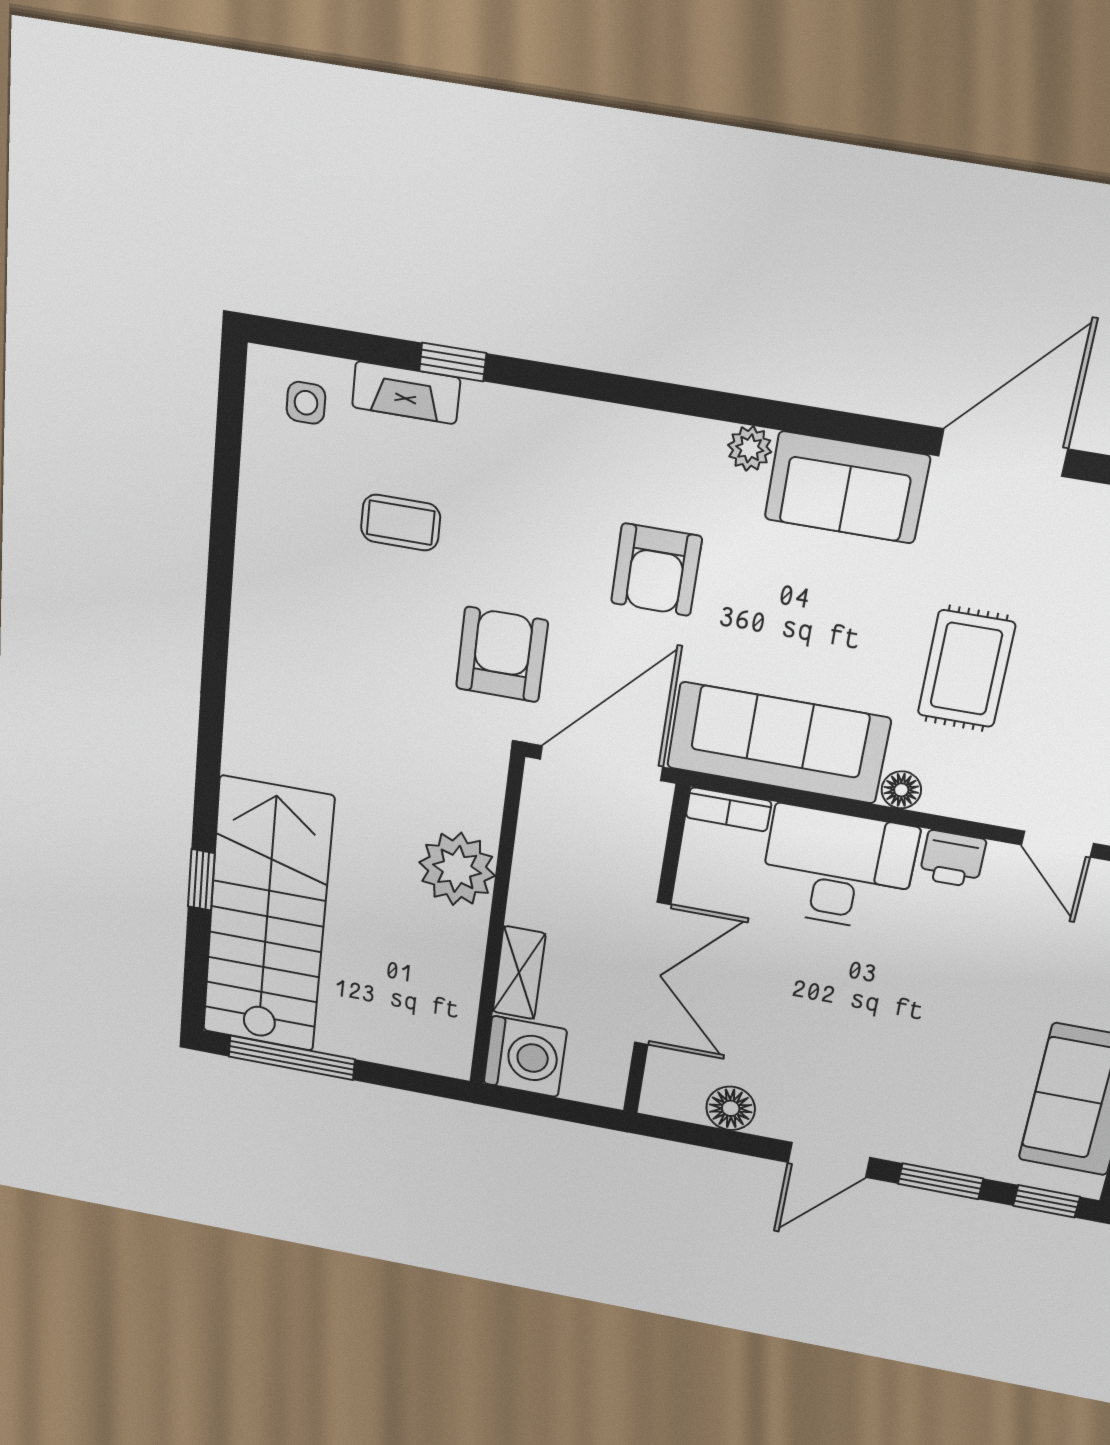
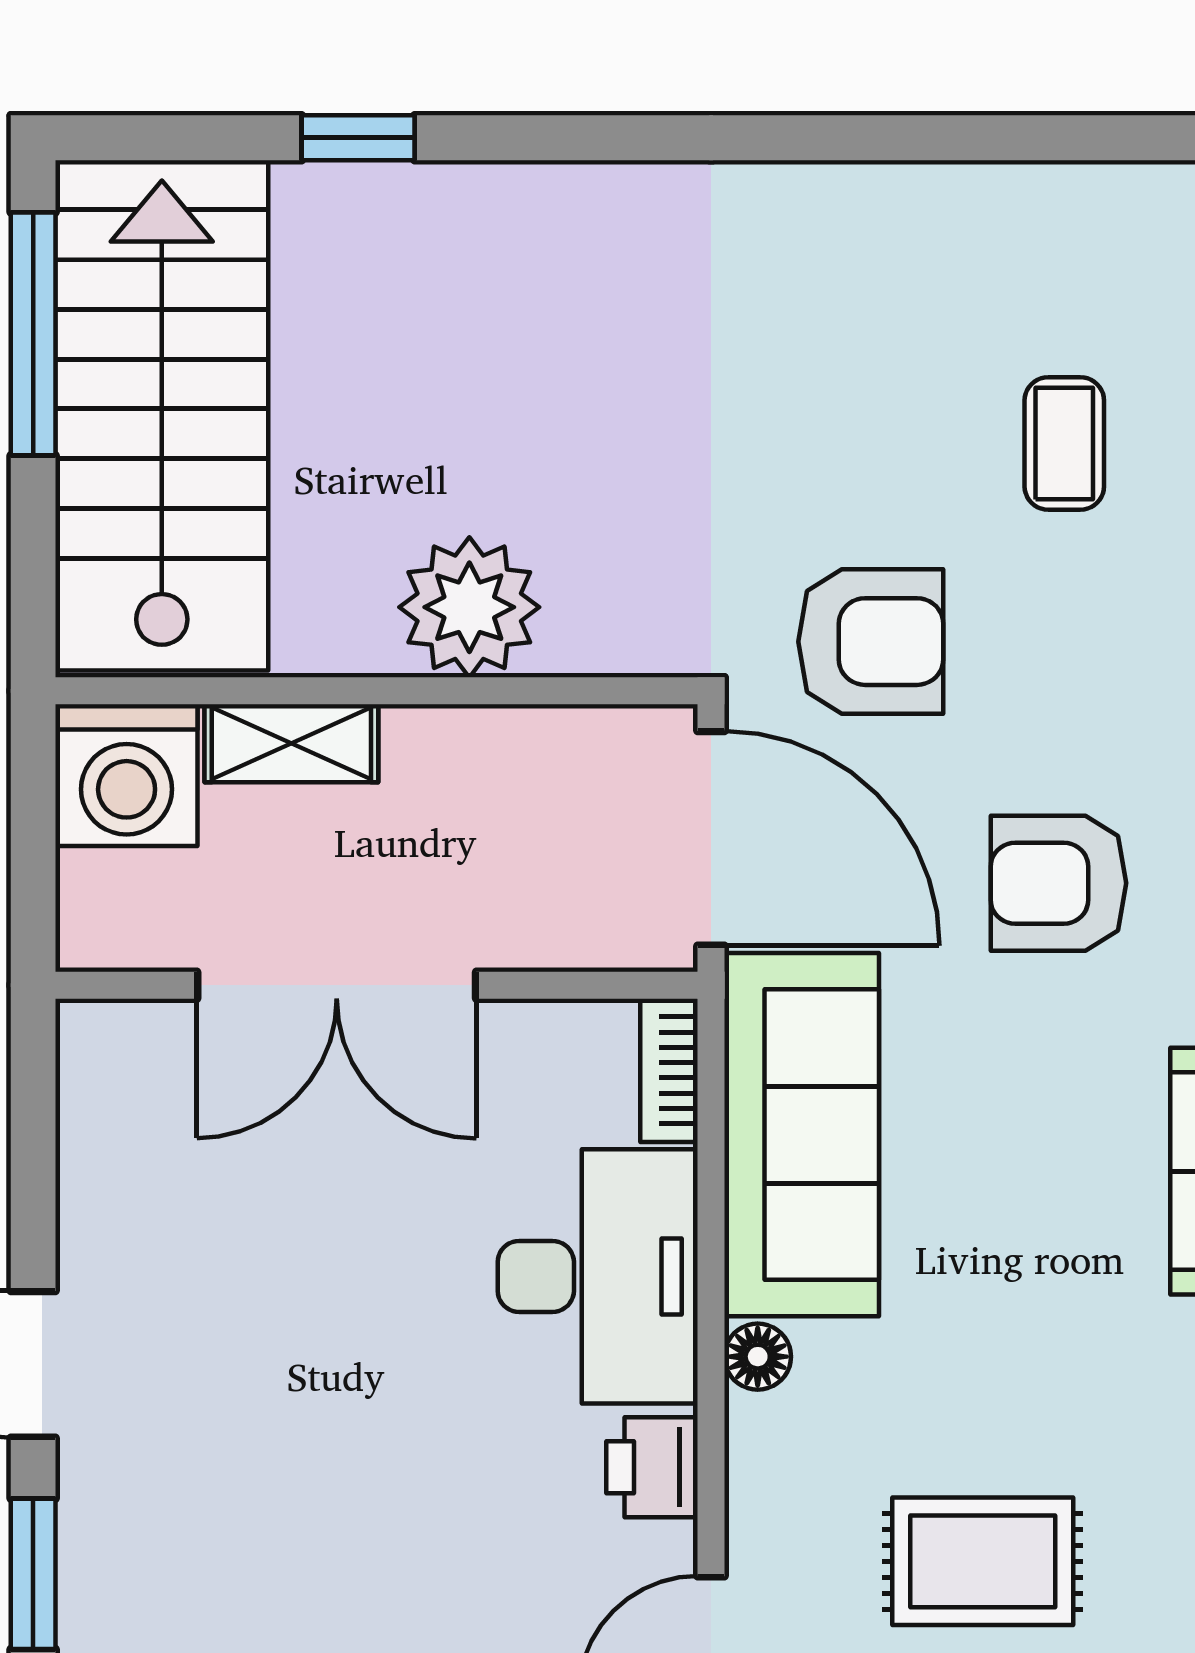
rug: (966, 669) -> (983, 1561), moved
stairs: (267, 916) -> (162, 415), moved, turned -90
floor lamp: (731, 1108) -> (100, 1168), removed

